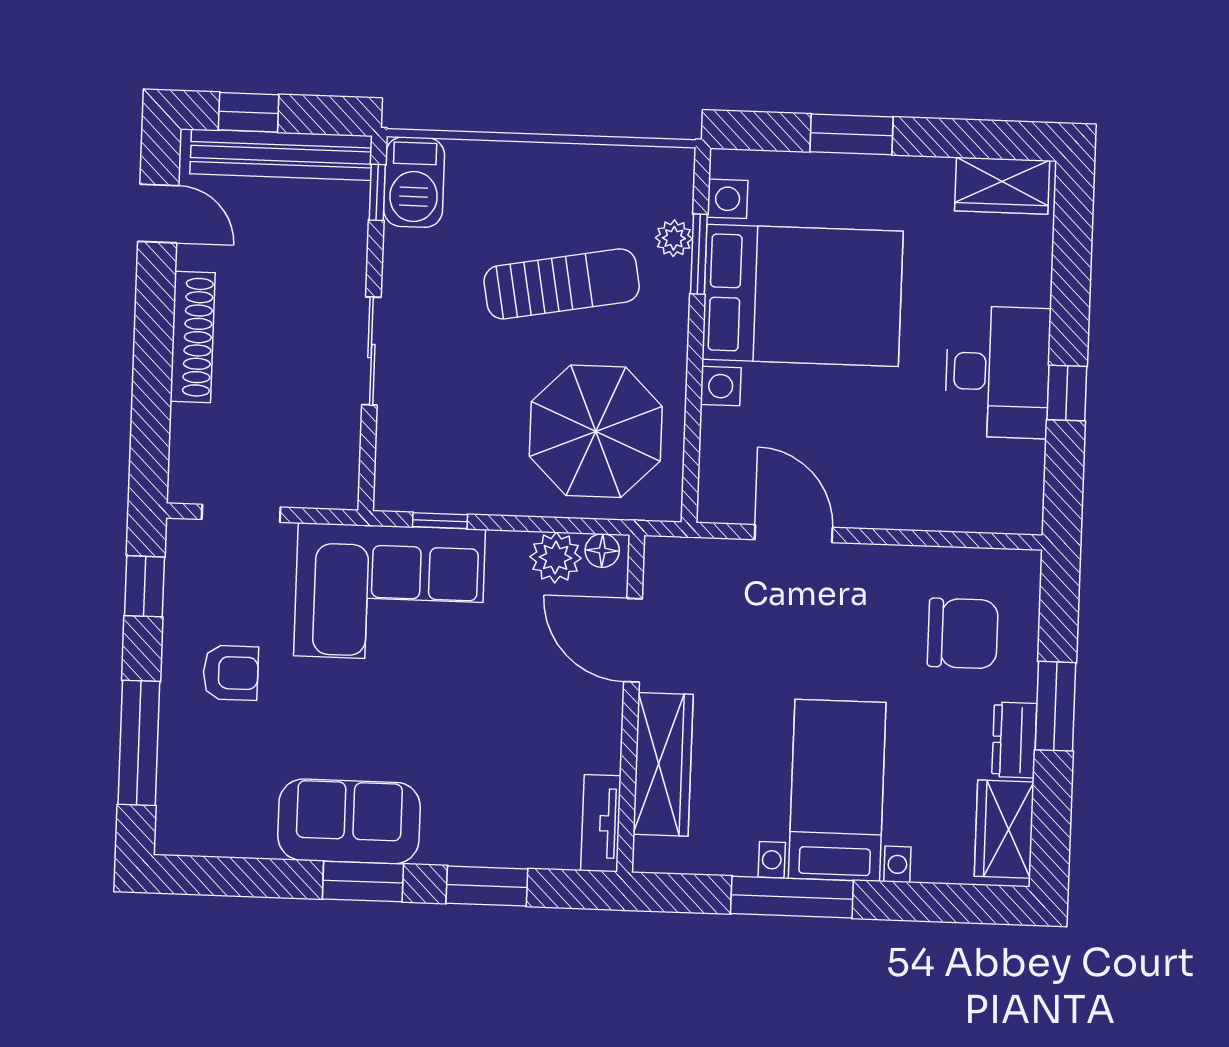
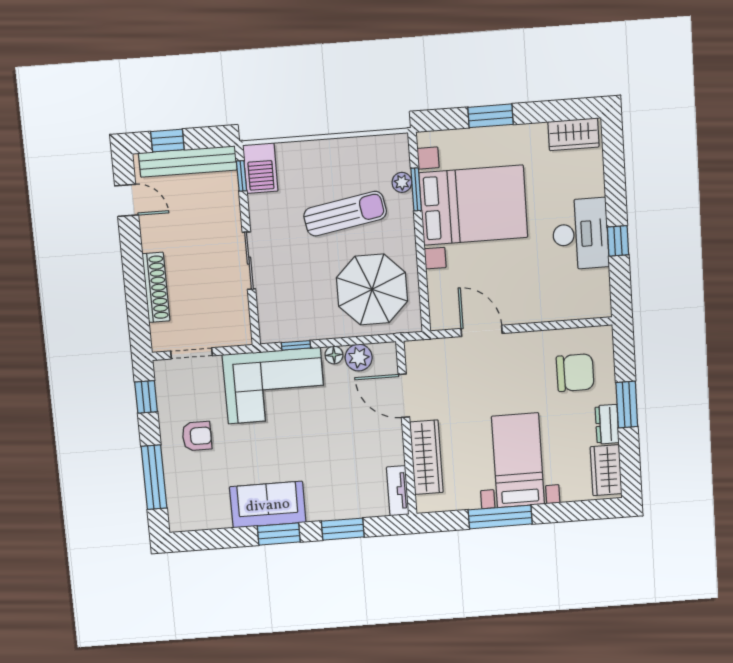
shoe rack: (193, 337) -> (156, 287), moved
floor lamp: (602, 551) -> (334, 355), moved

